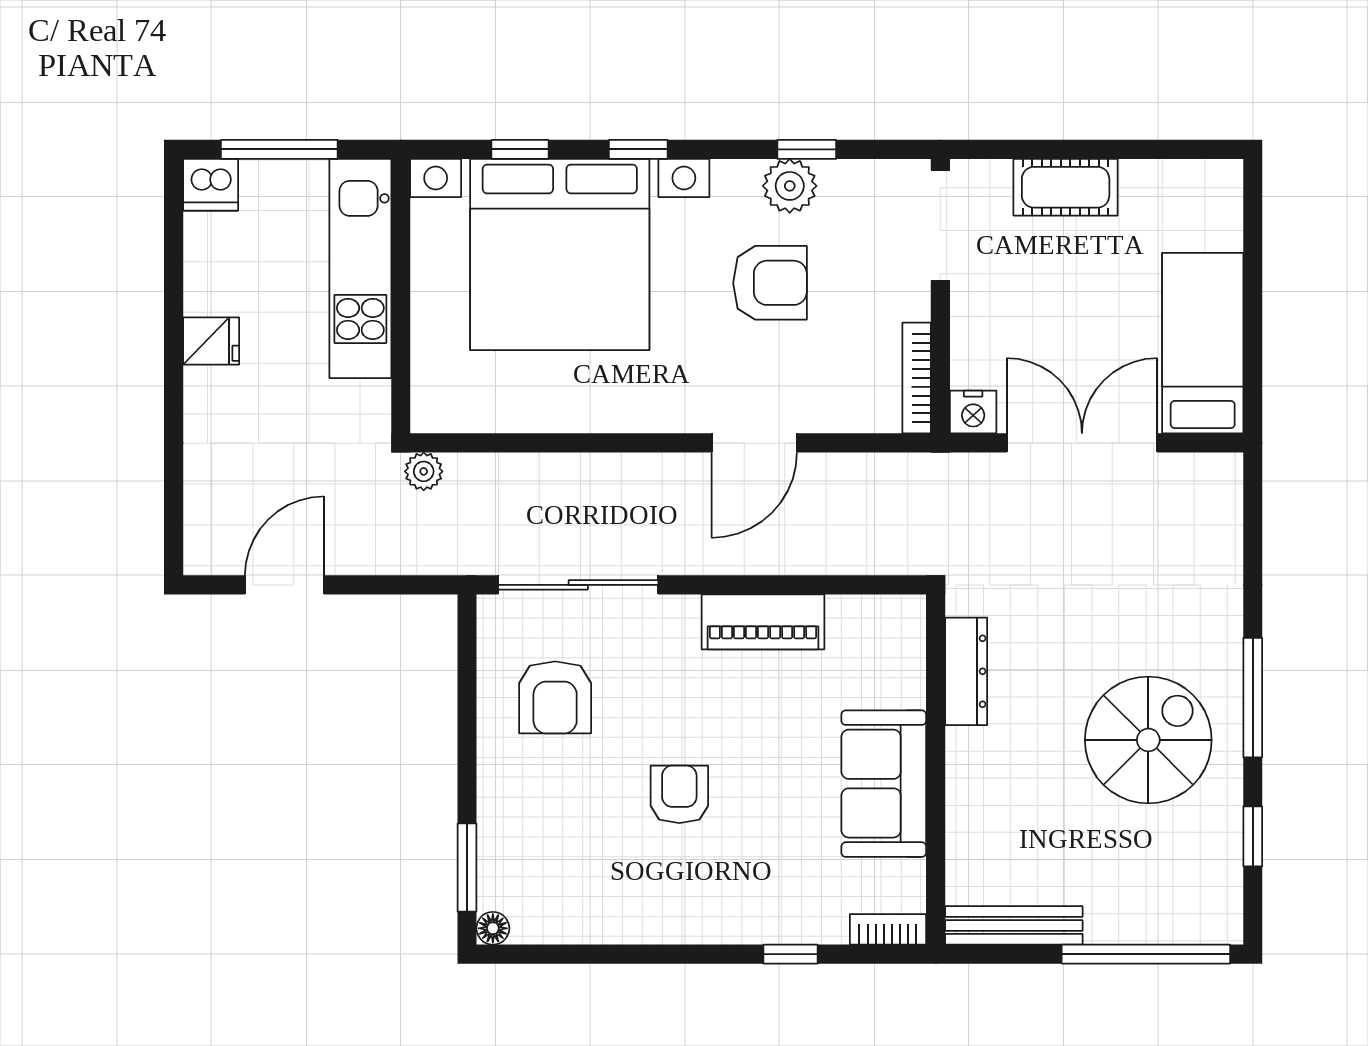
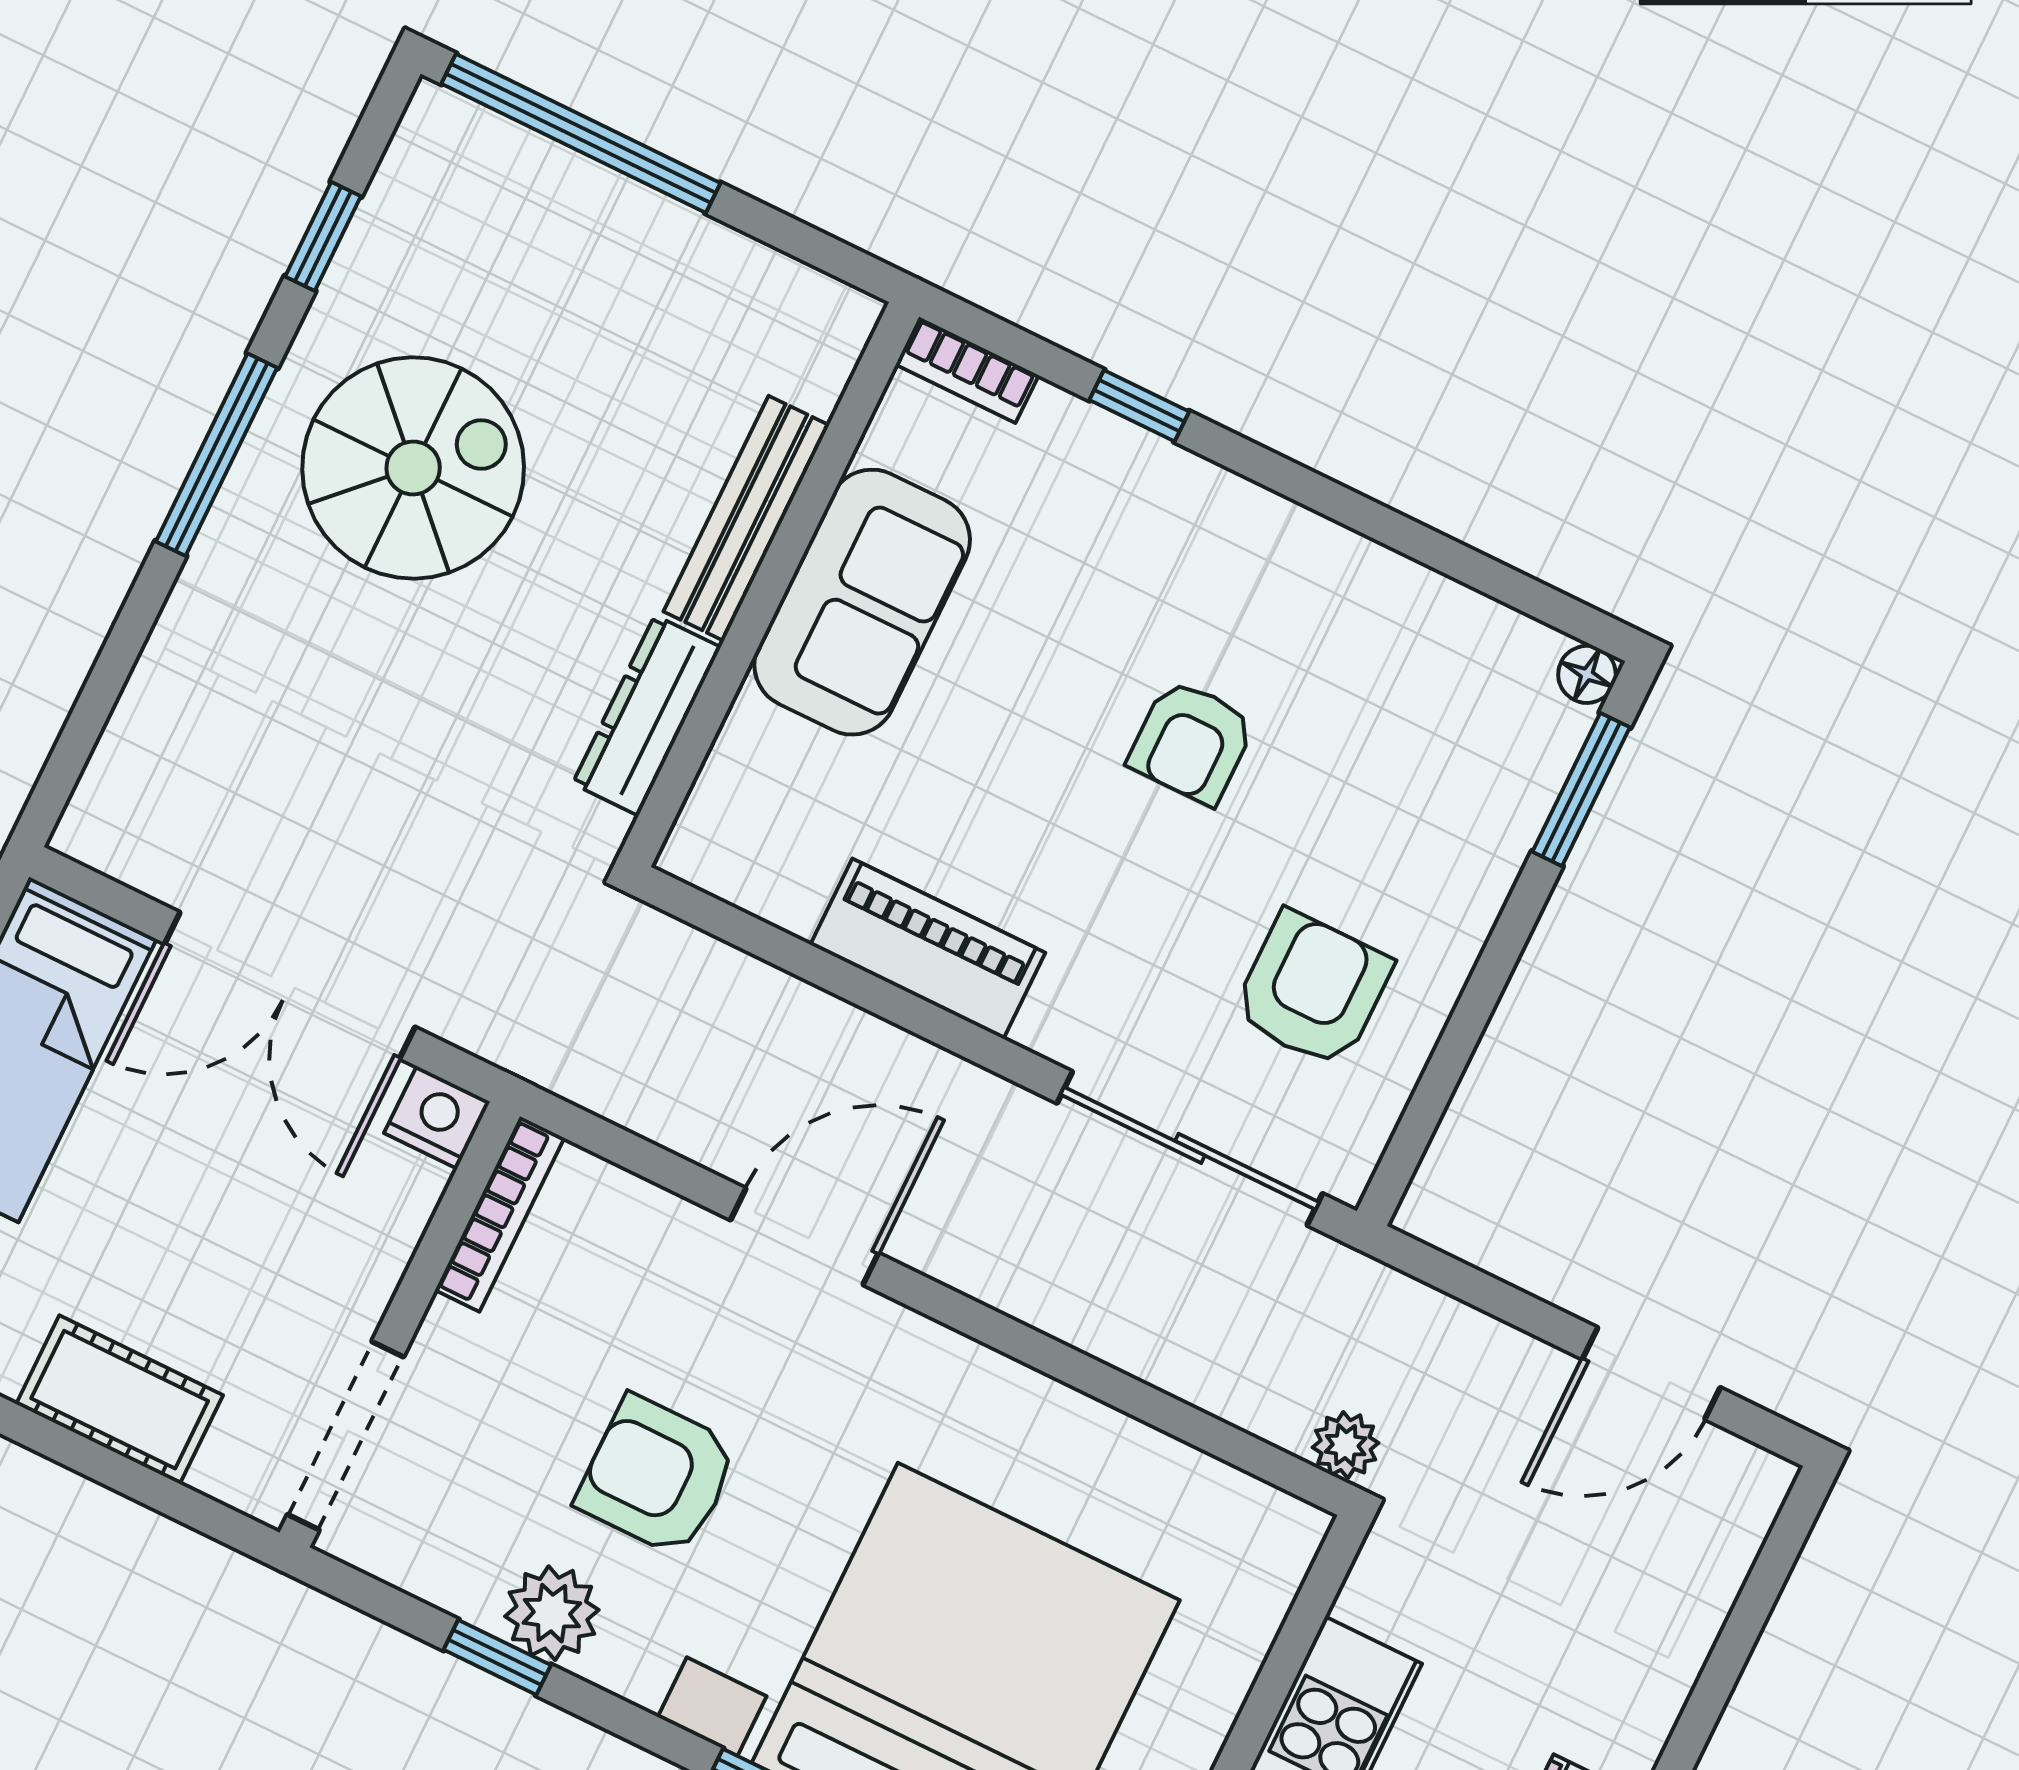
spiral stairs: (1148, 740) -> (413, 468), turned 180
bench: (1014, 925) -> (746, 518), moved, turned 90

